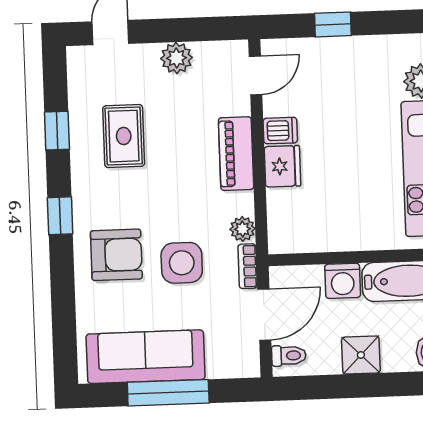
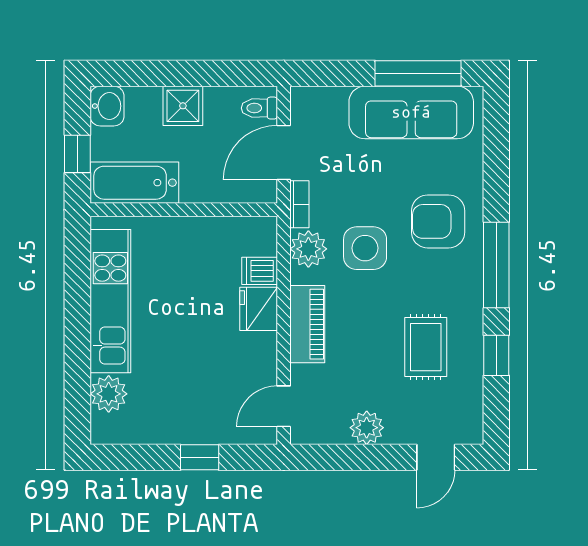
dishwasher: (280, 131) -> (260, 271), moved
window: (60, 216) -> (496, 265), width x2.17
plant: (243, 229) -> (308, 249), width x1.38, depth x1.38
side table: (182, 263) -> (365, 248), moved
washing machine: (343, 281) -> (199, 185), removed
window: (168, 393) -> (418, 73), moved

